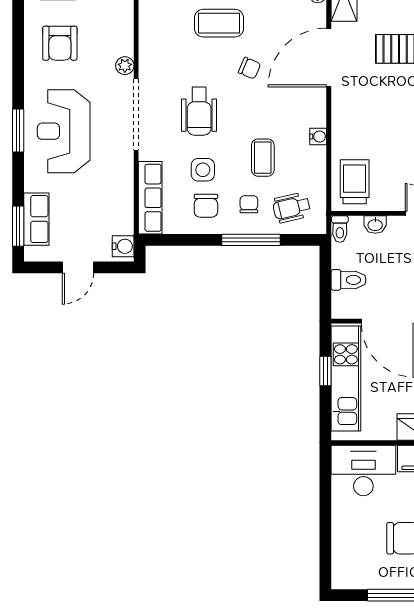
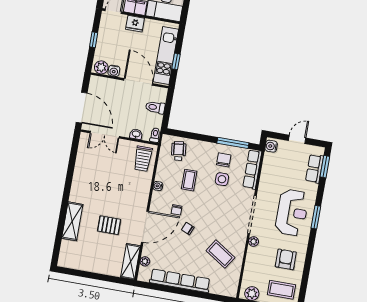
coffee table: (219, 23) -> (220, 254), moved, turned 33
wheelchair: (199, 111) -> (219, 210), removed
chair: (249, 204) -> (177, 210), moved
wheelchair: (292, 208) -> (179, 151), turned -84
window: (251, 240) -> (233, 143), moved

